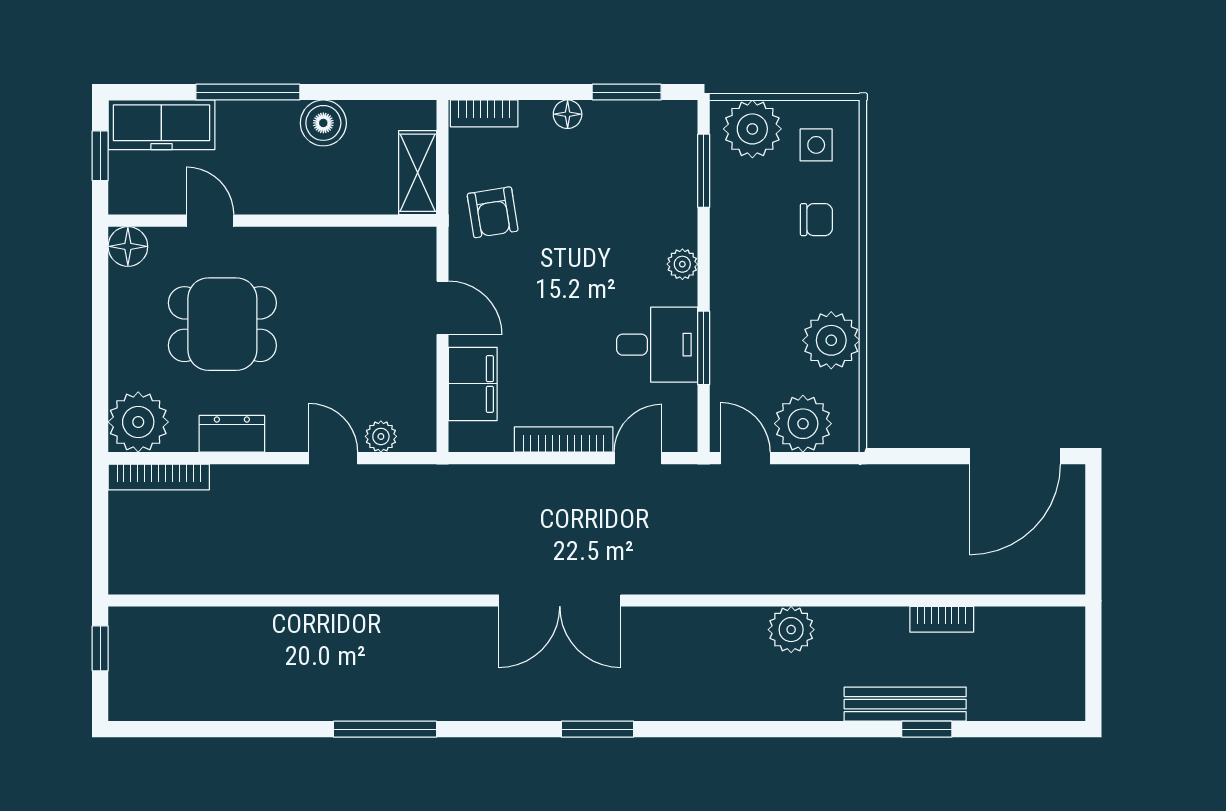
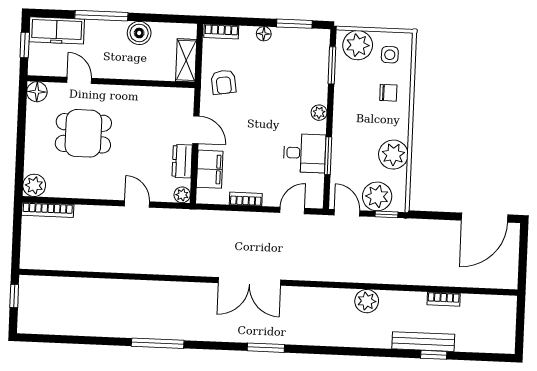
plant: (138, 422) -> (34, 185), width x0.73, depth x0.73
dresser: (232, 434) -> (182, 161), moved, turned -90
plant: (381, 436) -> (182, 195), moved
bookcase: (564, 440) -> (246, 199), width x0.64
window: (823, 458) -> (387, 214), added

